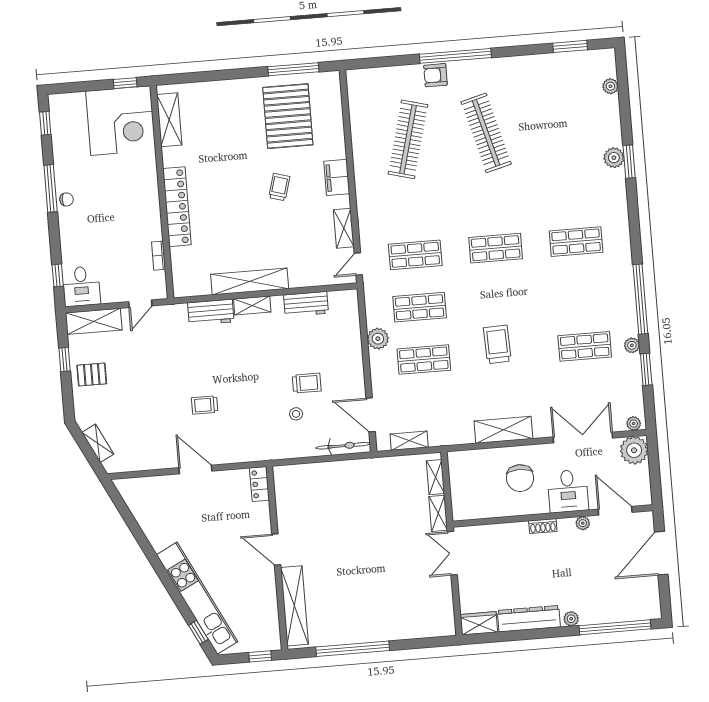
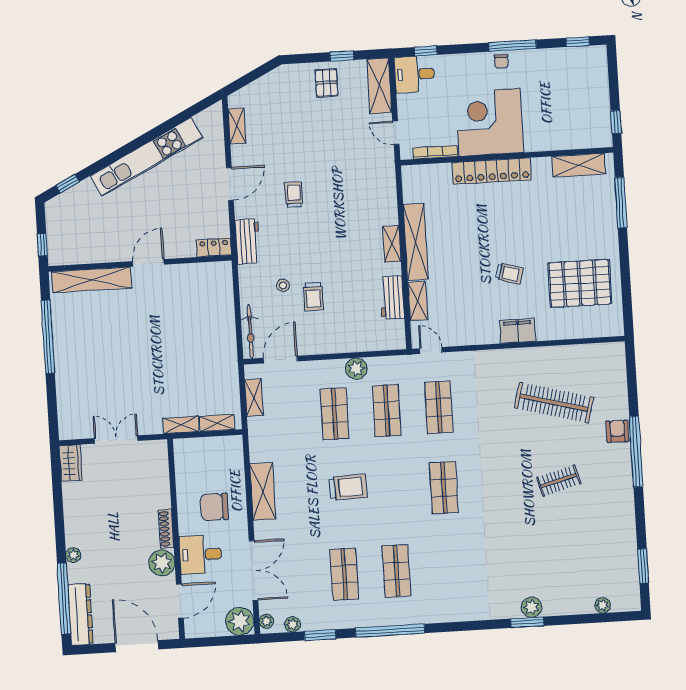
window: (293, 69) -> (621, 203), moved
corner desk: (121, 121) -> (490, 122), moved, turned 90
clothes rail: (486, 133) -> (559, 481), width x0.54, depth x0.76
shelving: (344, 228) -> (418, 301), moved, turned 90
shop shelf: (576, 242) -> (397, 571), moved
bookcase: (159, 256) -> (435, 152), width x1.56
workbench: (211, 312) -> (248, 242), moved, turned 180
plant: (632, 345) -> (293, 624), moved
shelving: (98, 443) -> (237, 126), moved, turned -63
plant: (583, 523) -> (162, 563), width x1.87, depth x1.87
shoe rack: (543, 526) -> (166, 529), width x1.43
double door: (452, 553) -> (116, 440), moved
kitchen unit: (197, 598) -> (146, 157), moved
dresser: (529, 619) -> (80, 614), moved

